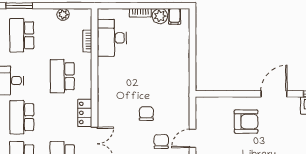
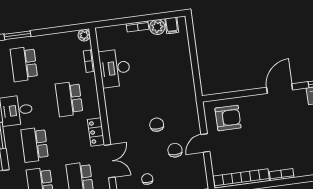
plant: (63, 14) -> (84, 35), moved
desk: (112, 38) -> (115, 68), moved
armchair: (246, 122) -> (228, 118), moved

